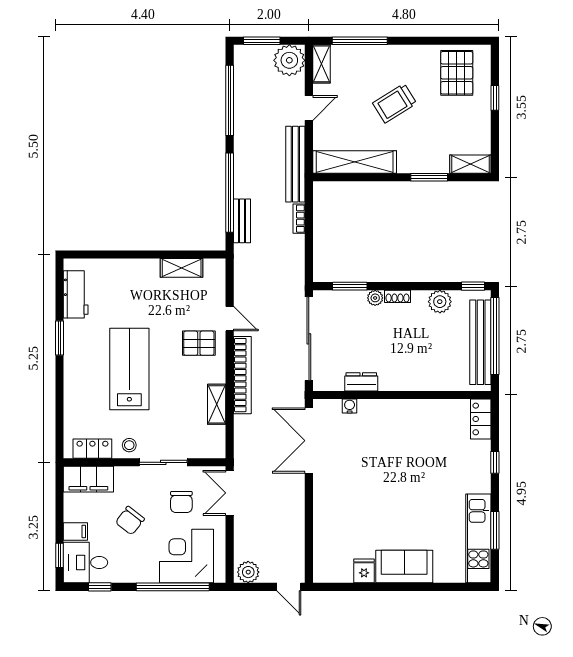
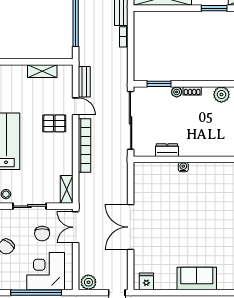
bench: (242, 221) -> (84, 82), moved
shelving: (217, 404) -> (67, 189), moved
water cooler: (350, 406) -> (183, 167), moved
double door: (309, 441) -> (131, 227), moved
fridge: (364, 571) -> (146, 281), moved

